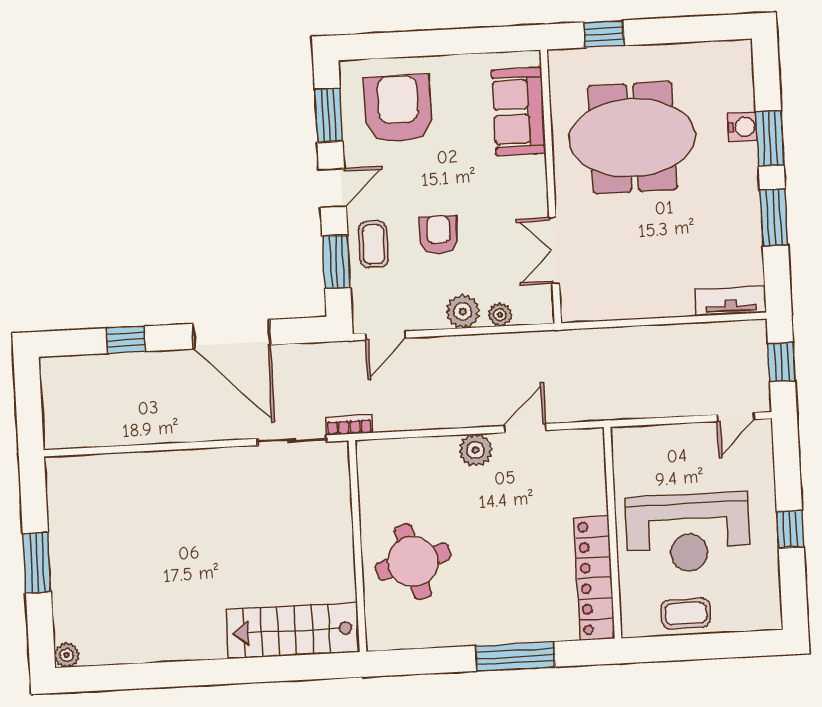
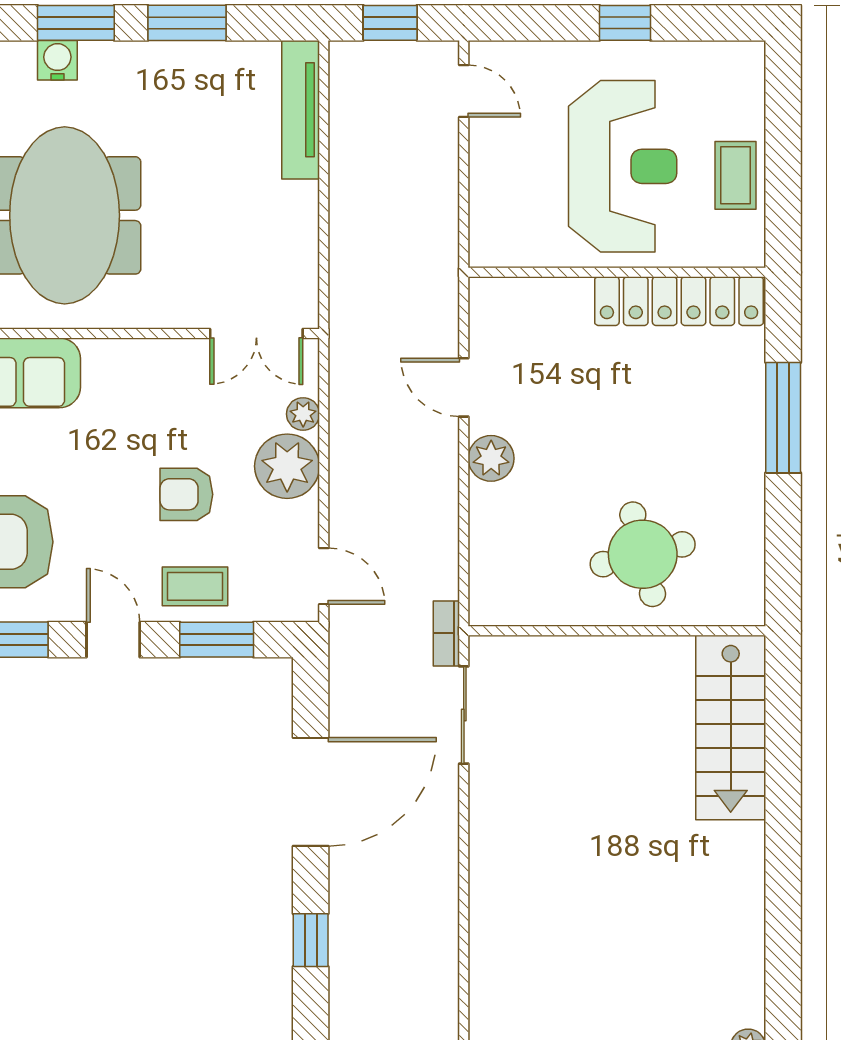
double door: (554, 250) -> (256, 333), moved
tv unit: (731, 301) -> (301, 110), width x1.41
plant: (463, 311) -> (287, 466), width x1.36, depth x1.36

